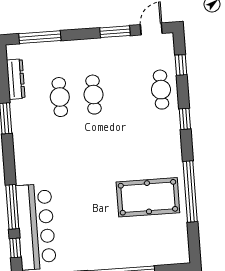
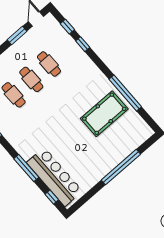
cafe table: (161, 90) -> (49, 64), moved
window: (185, 119) -> (83, 44), moved
window: (12, 207) -> (26, 168), moved

